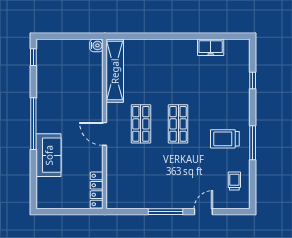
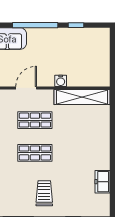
water cooler: (96, 45) -> (61, 81), moved
window: (33, 57) -> (76, 25), moved
trolley: (225, 139) -> (44, 193), moved

